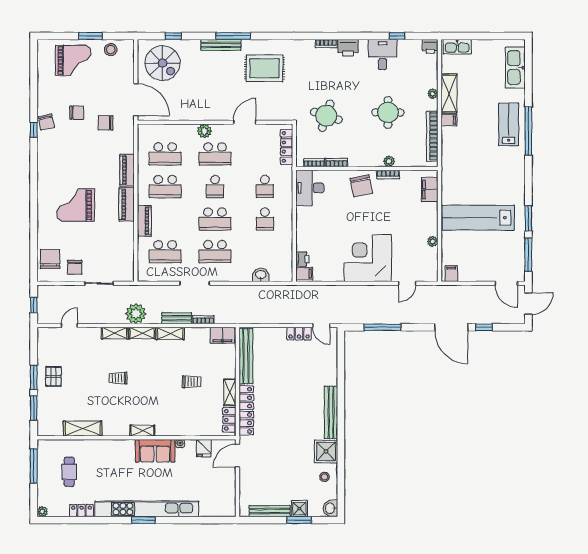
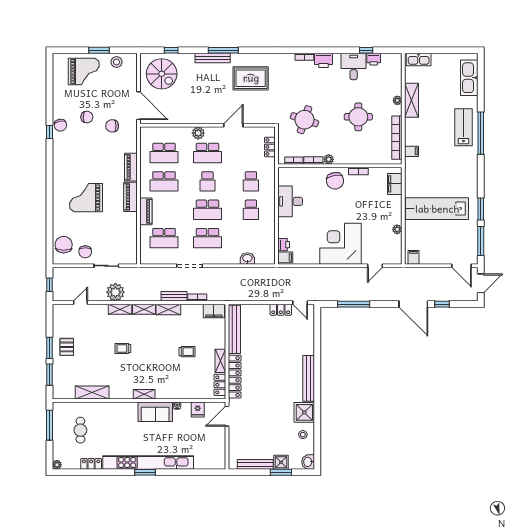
printer: (430, 46) -> (374, 59), moved
filing cabinet: (449, 120) -> (411, 151), moved
locker: (287, 147) -> (270, 147), width x0.66
plant: (389, 161) -> (329, 159), moved
desk: (310, 188) -> (290, 201), moved
plant: (136, 314) -> (115, 292), moved

